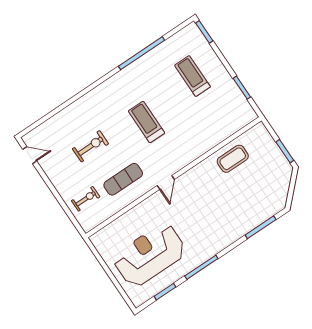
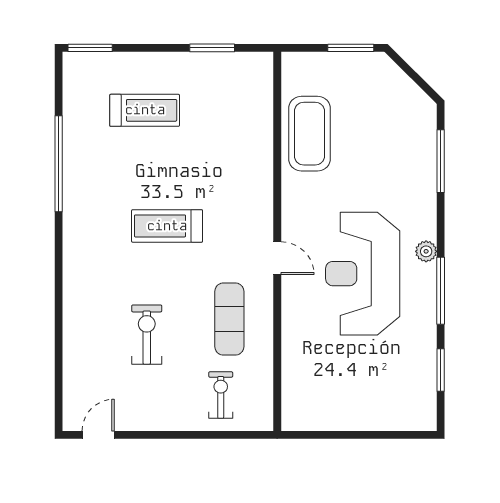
treadmill: (192, 76) -> (145, 110), turned 180
coffee table: (233, 159) -> (309, 134), width x1.36, depth x1.32
plant: (215, 248) -> (426, 251), added
reception desk: (150, 255) -> (363, 274), moved

